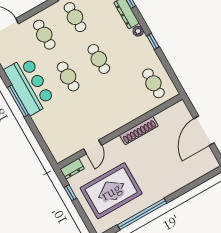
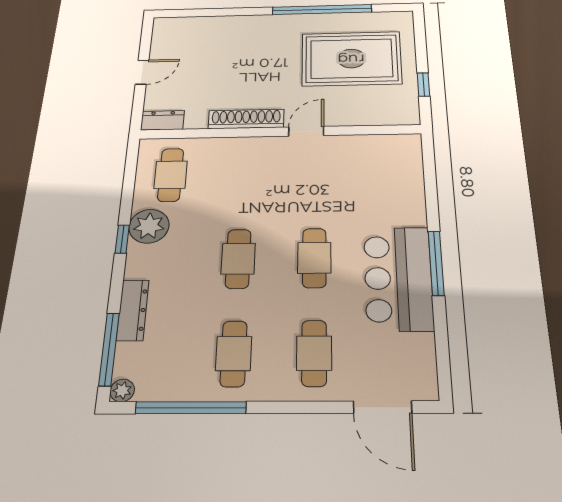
plant: (138, 31) -> (149, 226), moved, width x1.88, depth x1.88
door: (204, 131) -> (142, 72), width x0.53
door: (93, 147) -> (306, 131), moved
dresser: (72, 169) -> (162, 120), moved

